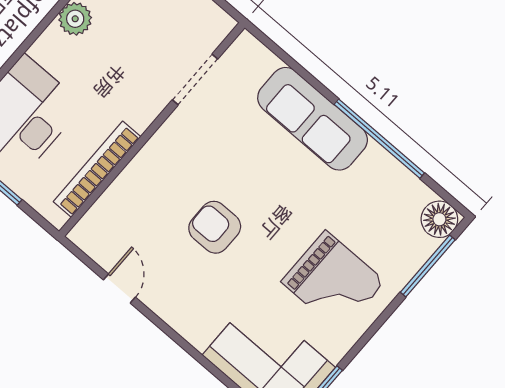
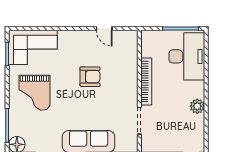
bookcase: (97, 169) -> (146, 82), moved
grand piano: (333, 282) -> (34, 93), turned -90

